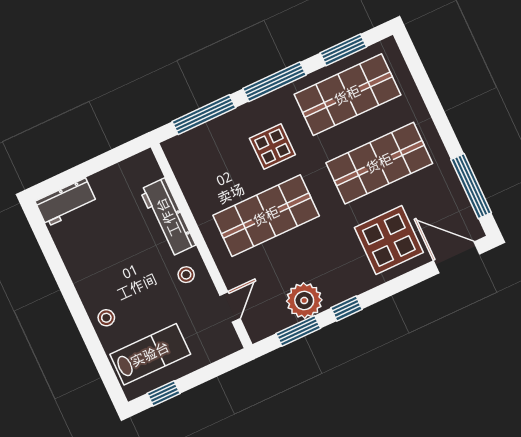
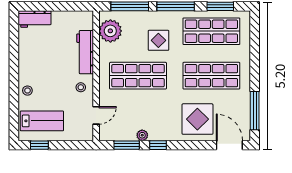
plant: (191, 166) -> (110, 31), added
plant: (304, 300) -> (142, 135), width x0.53, depth x0.53

